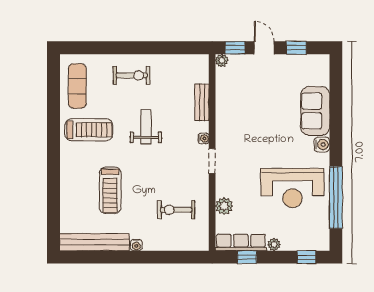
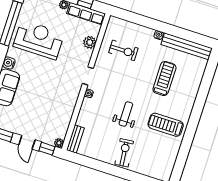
exercise bike: (132, 75) -> (124, 153), turned 84
exercise mat: (77, 86) -> (164, 157), removed
bench: (202, 102) -> (75, 139), moved
weight bench: (146, 127) -> (126, 114), turned 180

